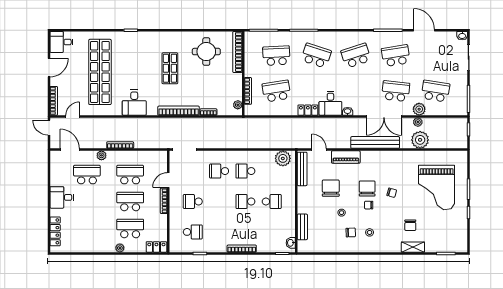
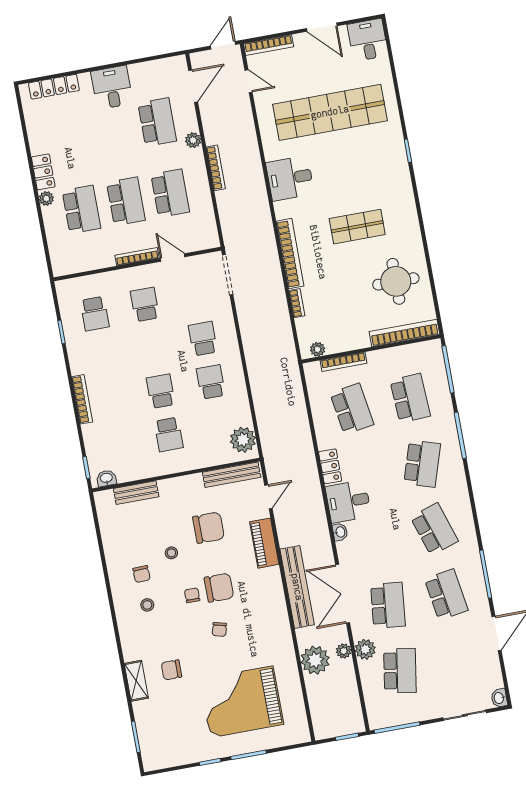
locker: (156, 247) -> (43, 172), moved

